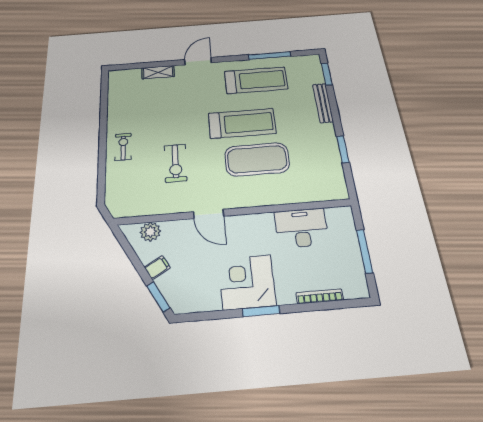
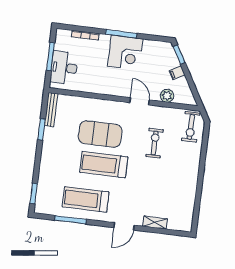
bench: (323, 103) -> (51, 110), moved
exercise bike: (123, 147) -> (191, 127), moved, width x1.38, depth x1.39
desk: (302, 228) -> (64, 68), moved, turned 90
plant: (150, 232) -> (167, 96), moved
window: (261, 311) -> (121, 34), width x1.44

